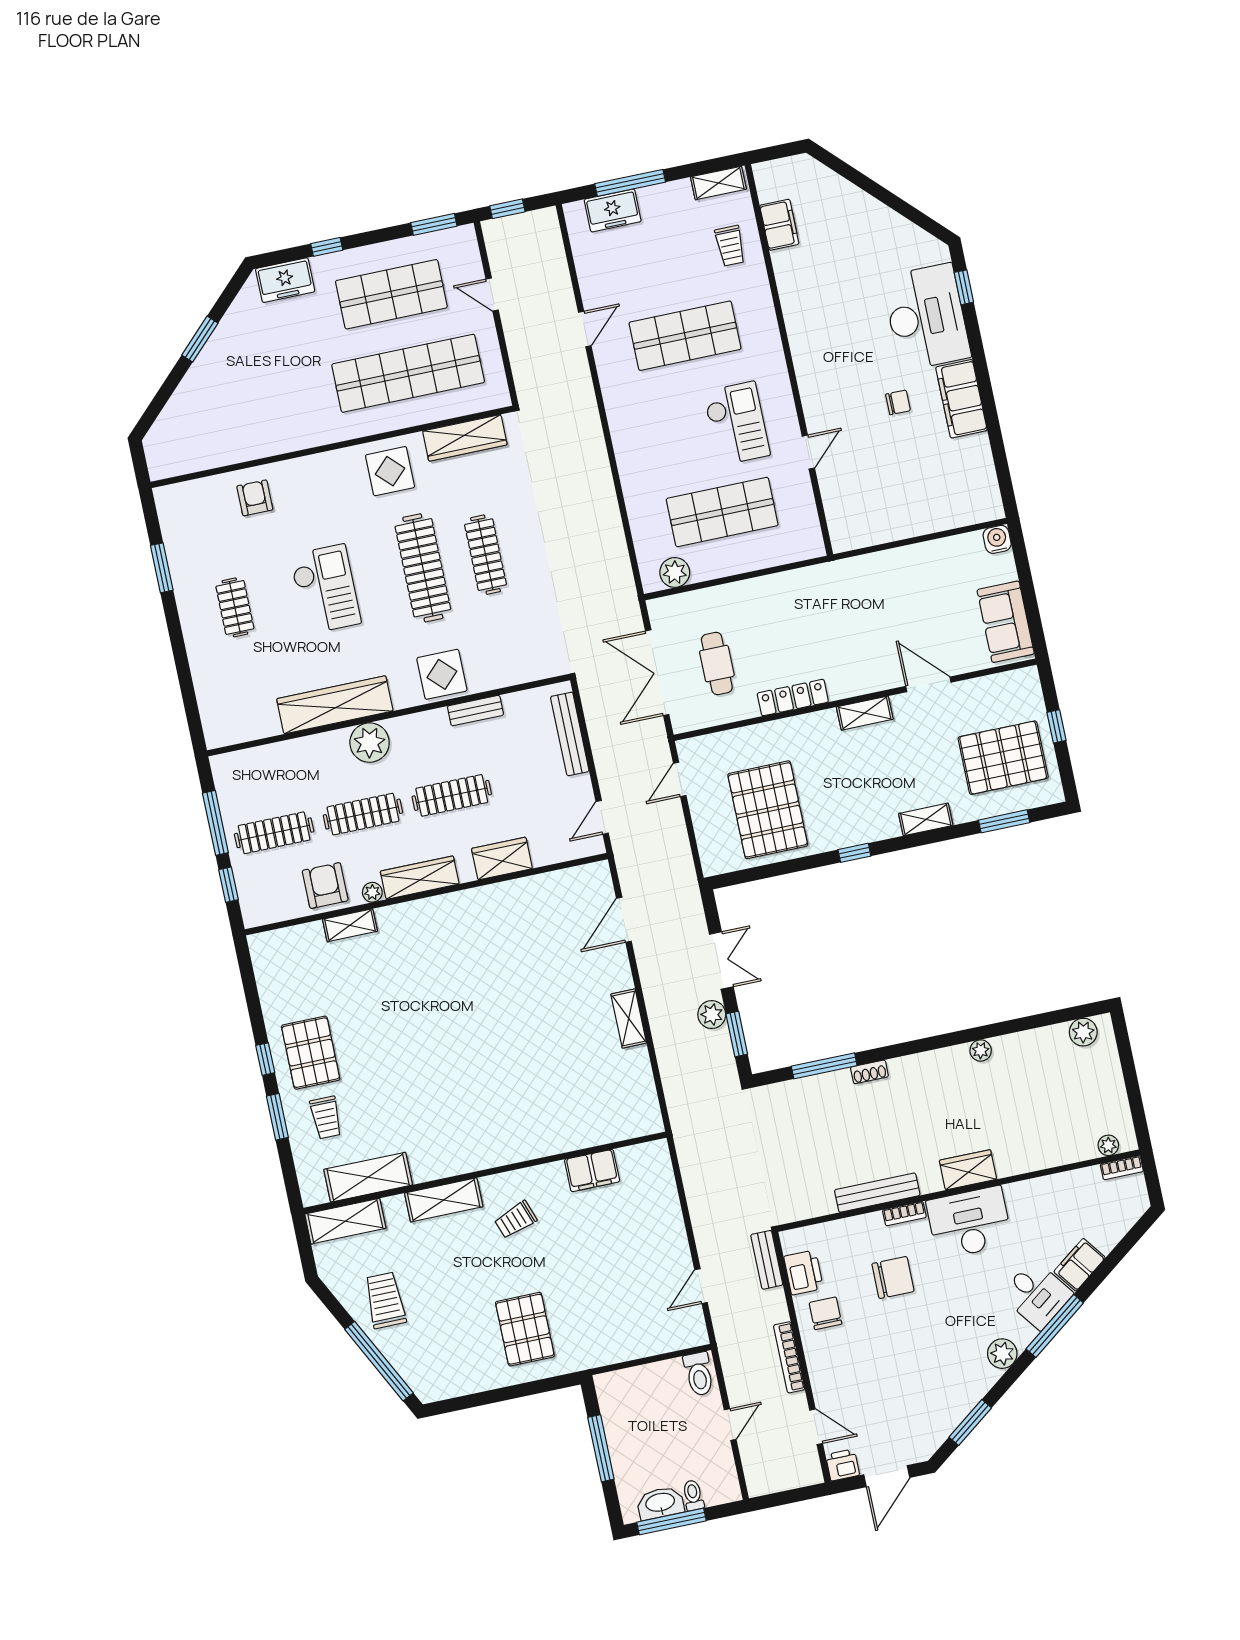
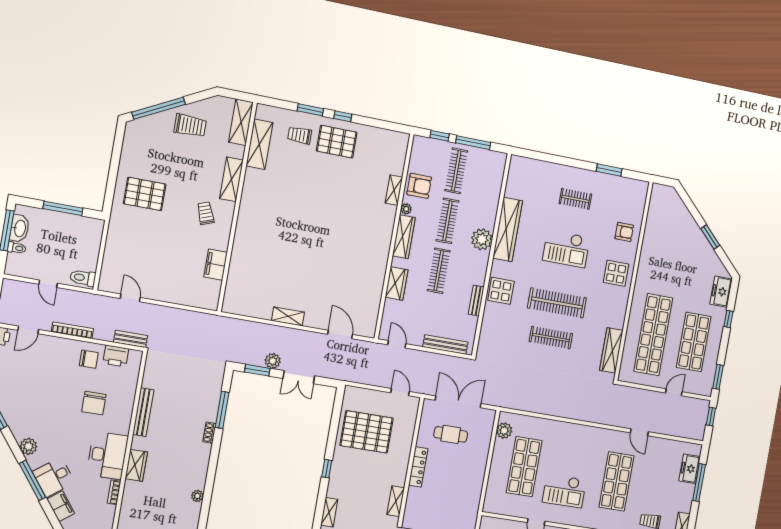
display table: (390, 471) -> (616, 273), moved
bookcase: (904, 1214) -> (114, 492), moved

